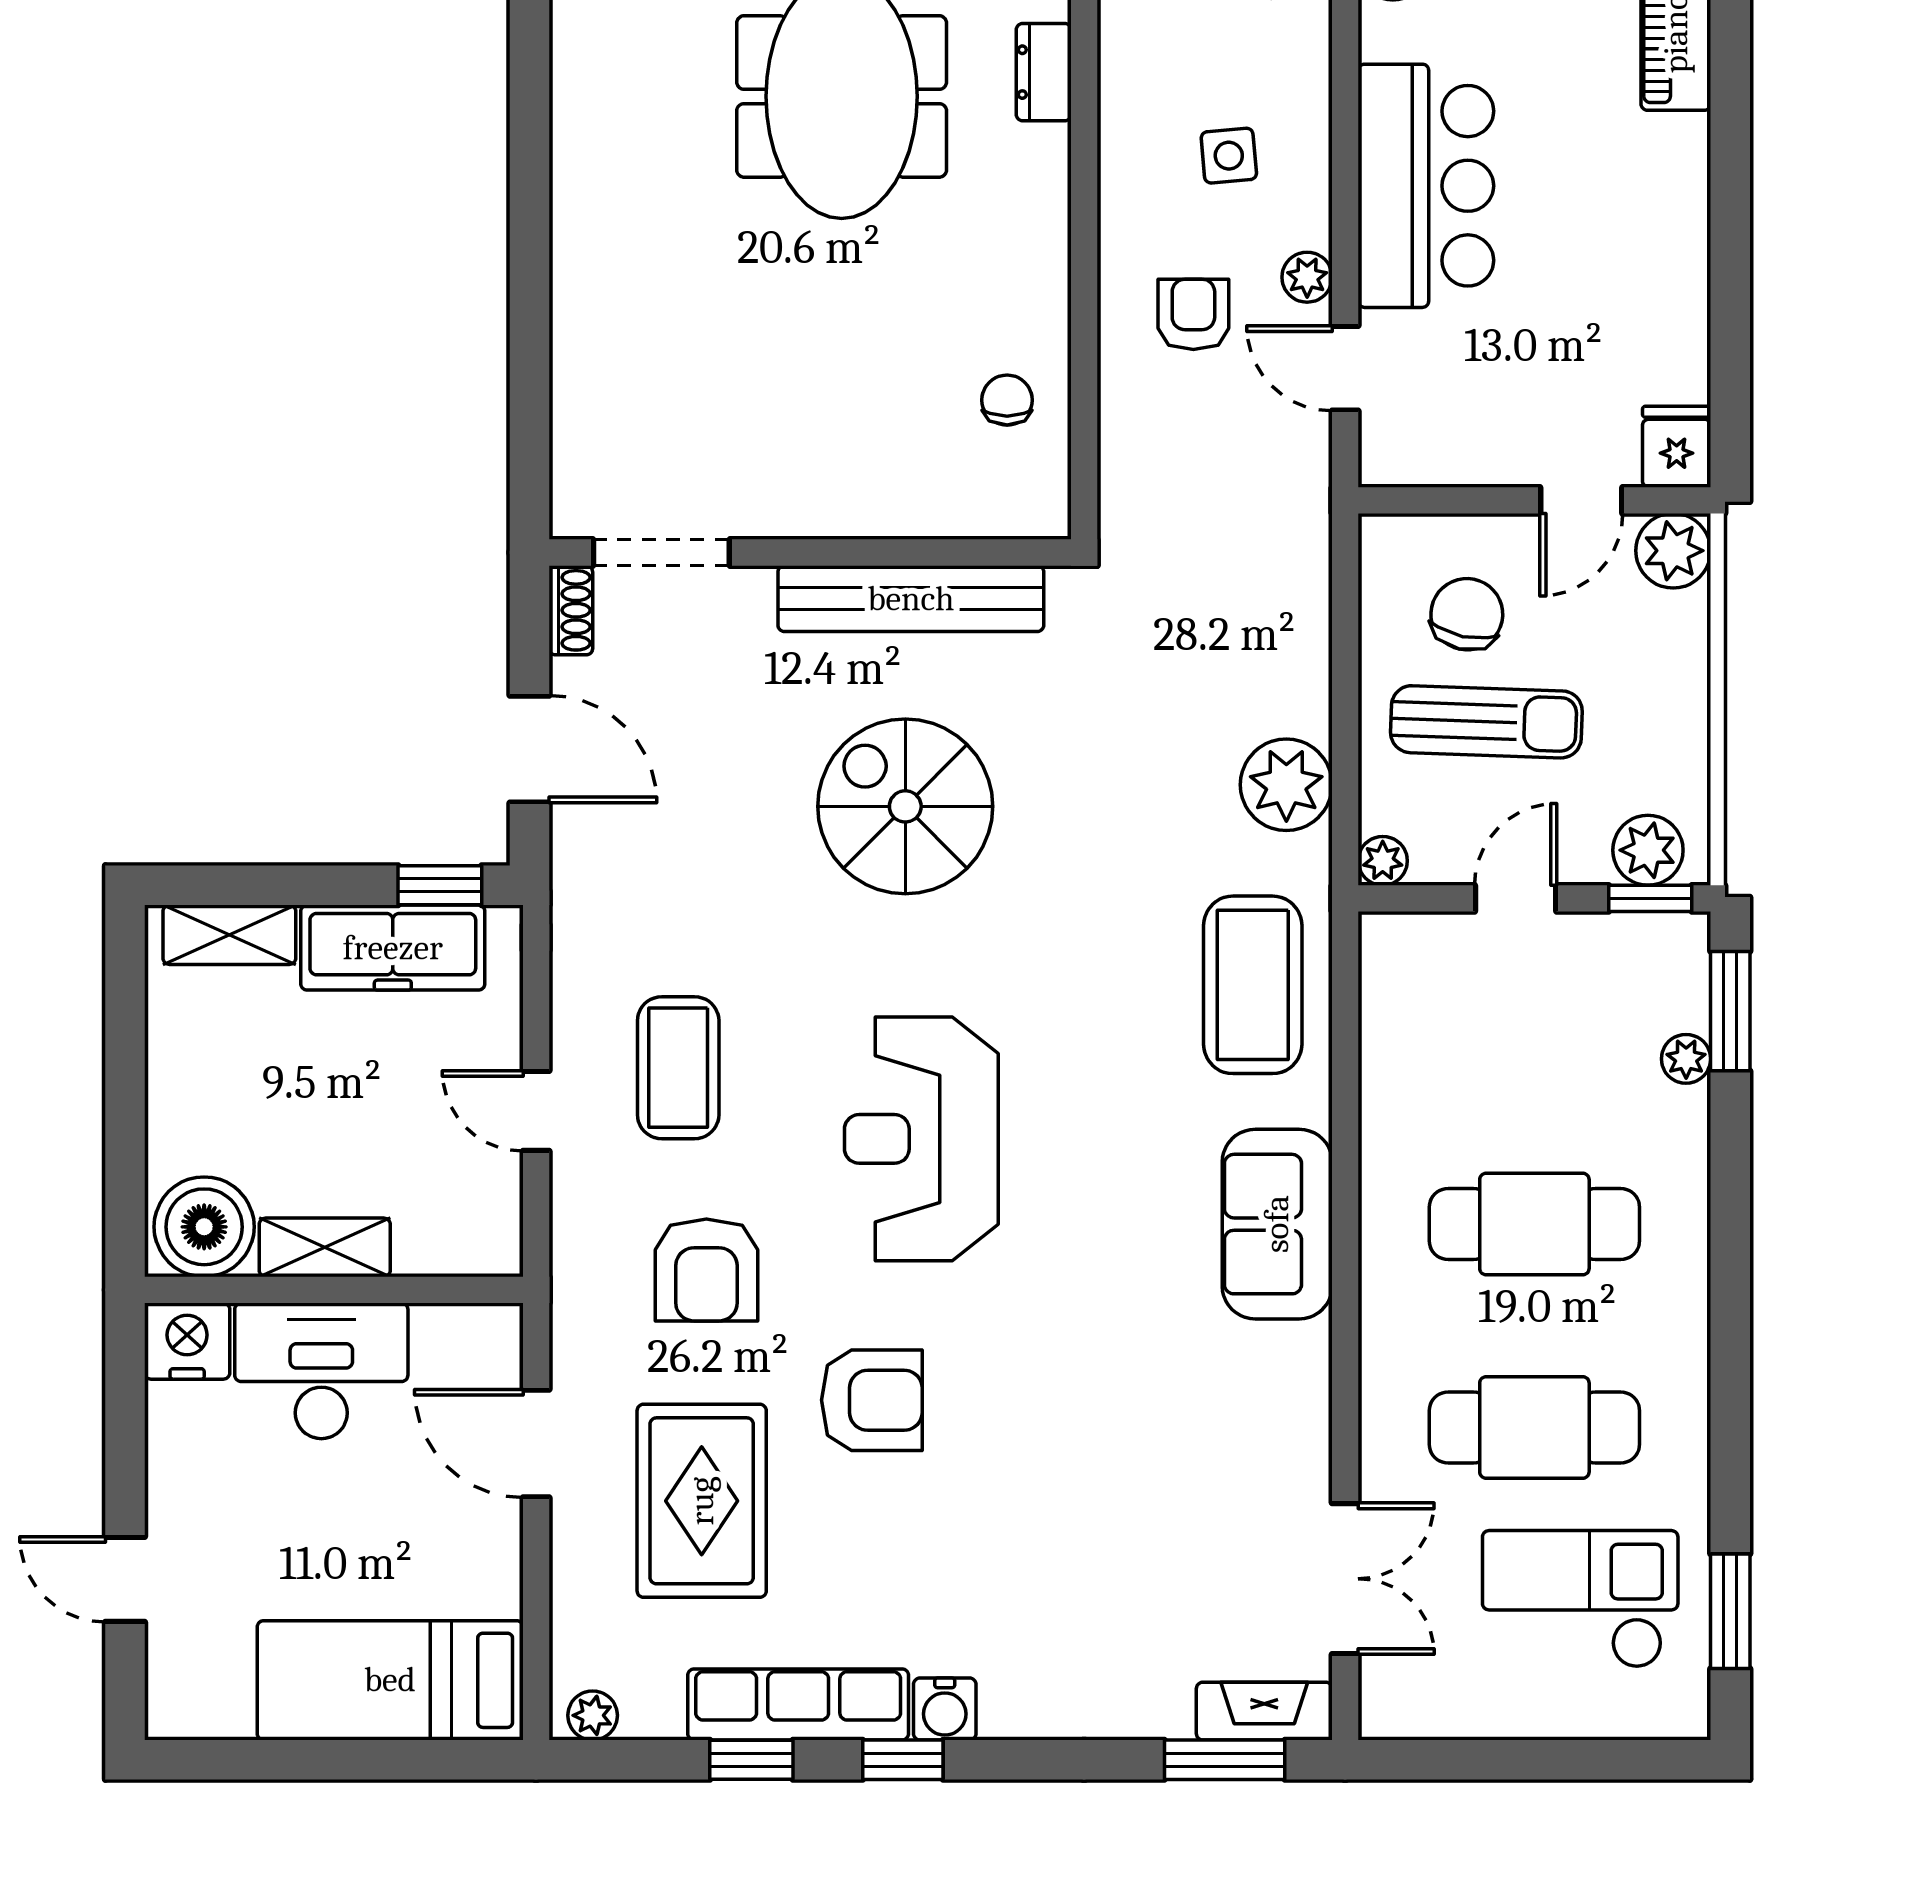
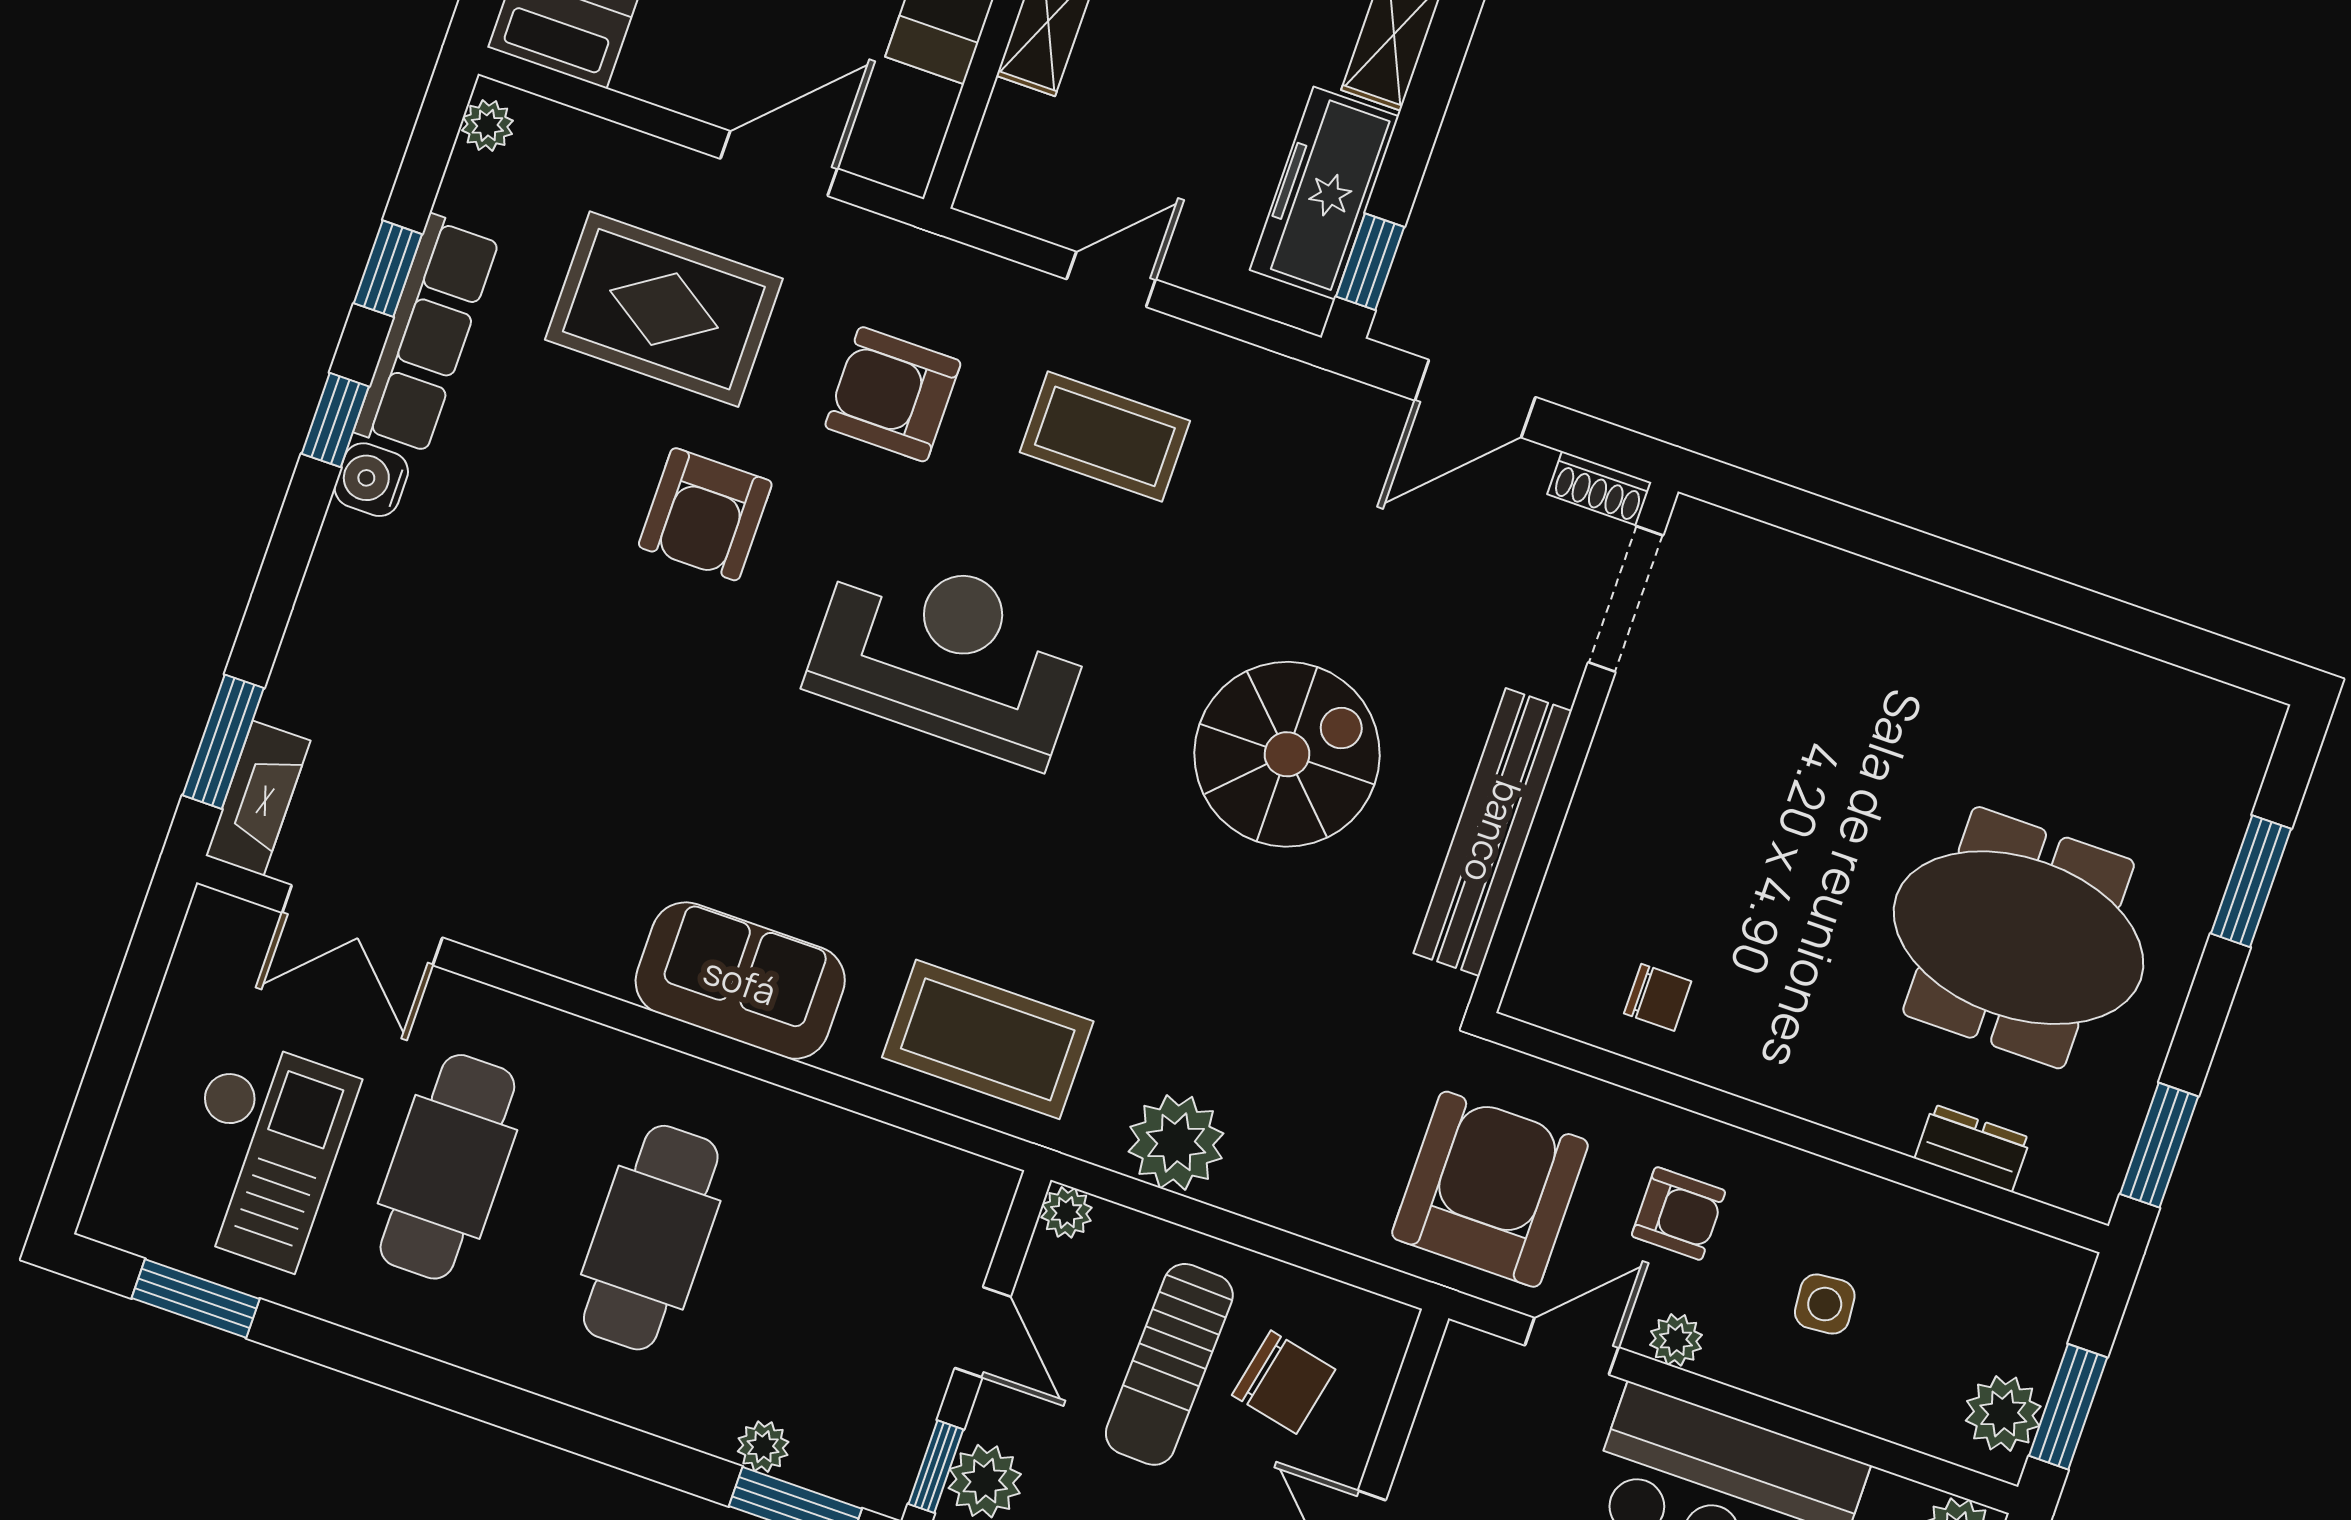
armchair: (1230, 490) -> (1490, 1189), added

